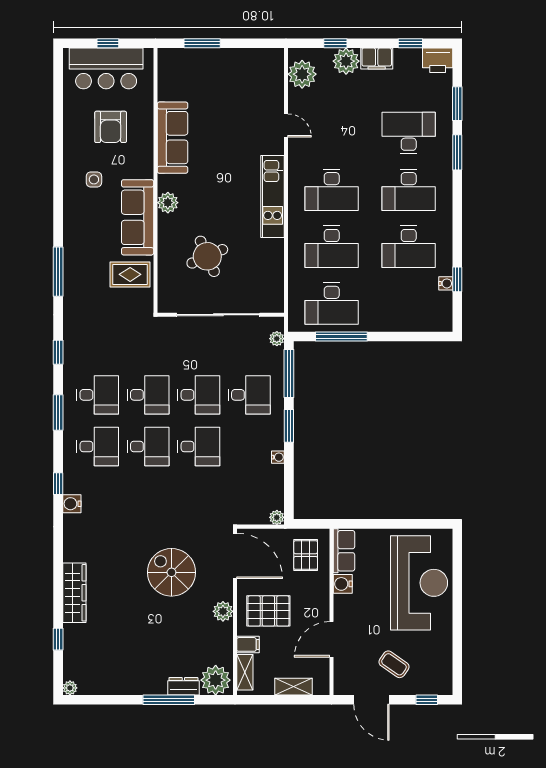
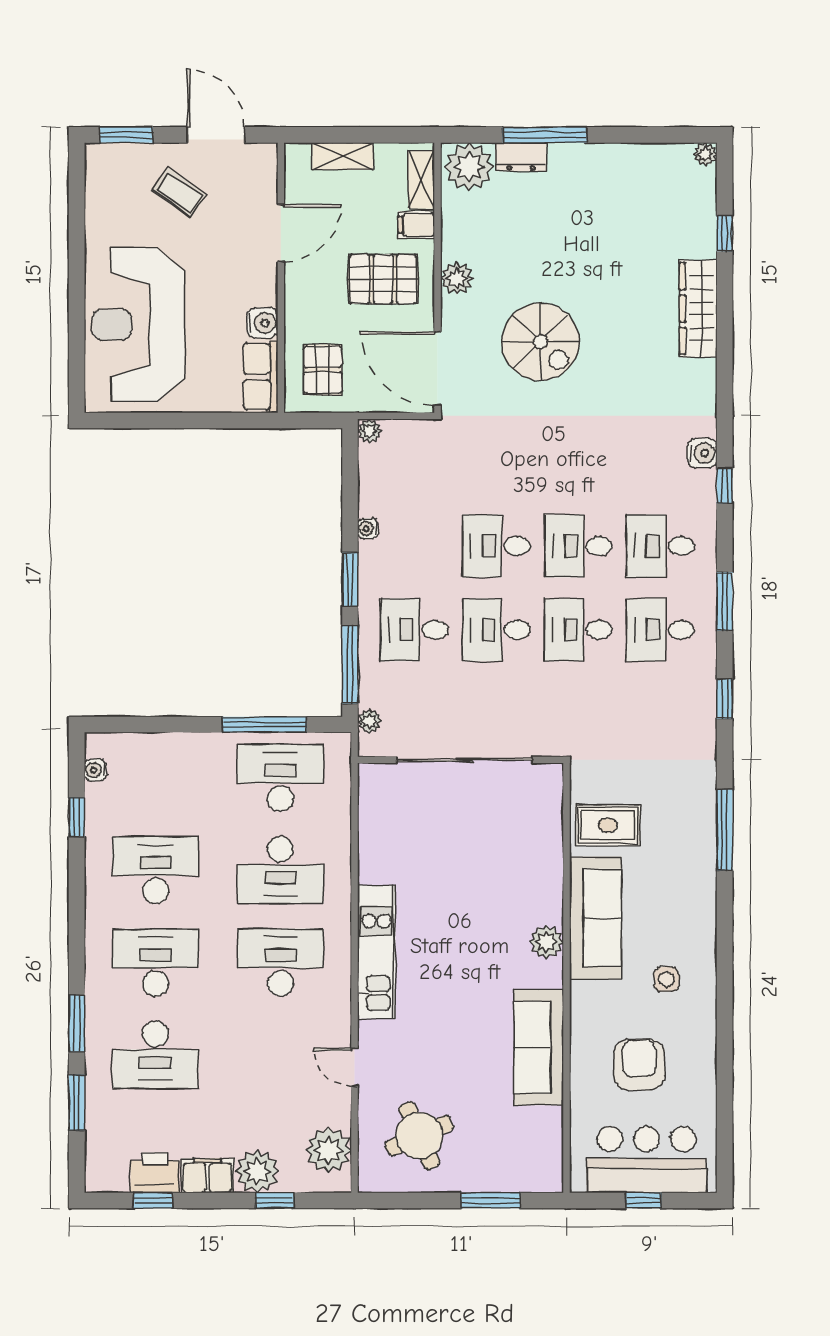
printer: (438, 60) -> (155, 1173), moved
desk: (332, 247) -> (280, 870), turned 180
round table: (207, 256) -> (419, 1136), moved
water cooler: (446, 283) -> (95, 770), moved
window: (427, 700) -> (126, 135), width x1.50

